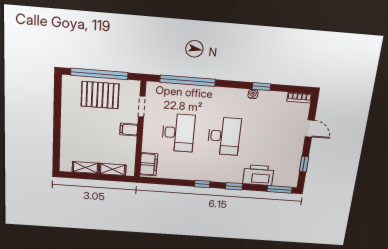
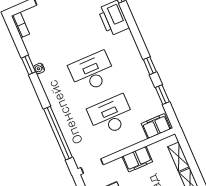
doorway: (142, 106) -> (92, 166), moved
filing cabinet: (129, 130) -> (137, 159), width x2.00
window: (234, 186) -> (162, 95), moved

